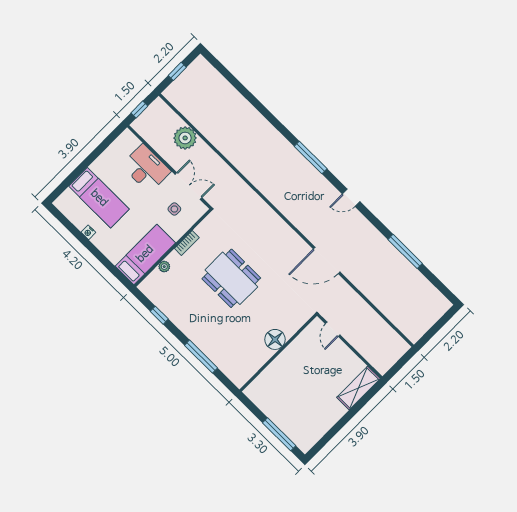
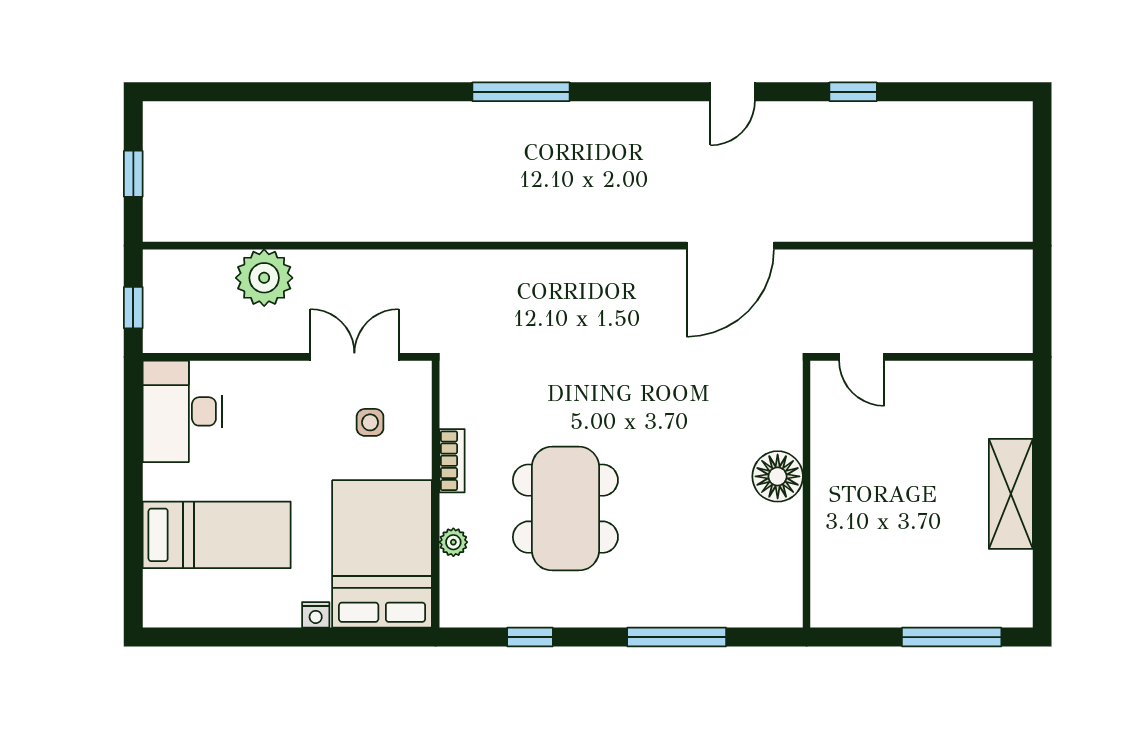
desk: (146, 168) -> (182, 411), moved, turned -90
door: (351, 198) -> (733, 92), moved
nightstand: (88, 232) -> (316, 615), moved
window: (405, 251) -> (853, 92), width x0.46
bed: (145, 254) -> (382, 554), width x1.50
dining table: (231, 278) -> (565, 509), moved, turned 90
shelving: (358, 388) -> (1011, 494), moved

